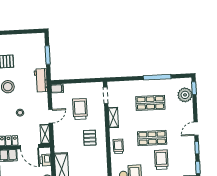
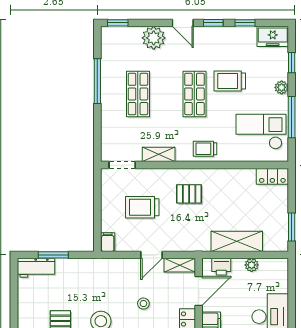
workbench: (41, 80) -> (36, 268), moved
plant: (185, 95) -> (154, 38), moved
door: (51, 116) -> (152, 255), swing flipped

